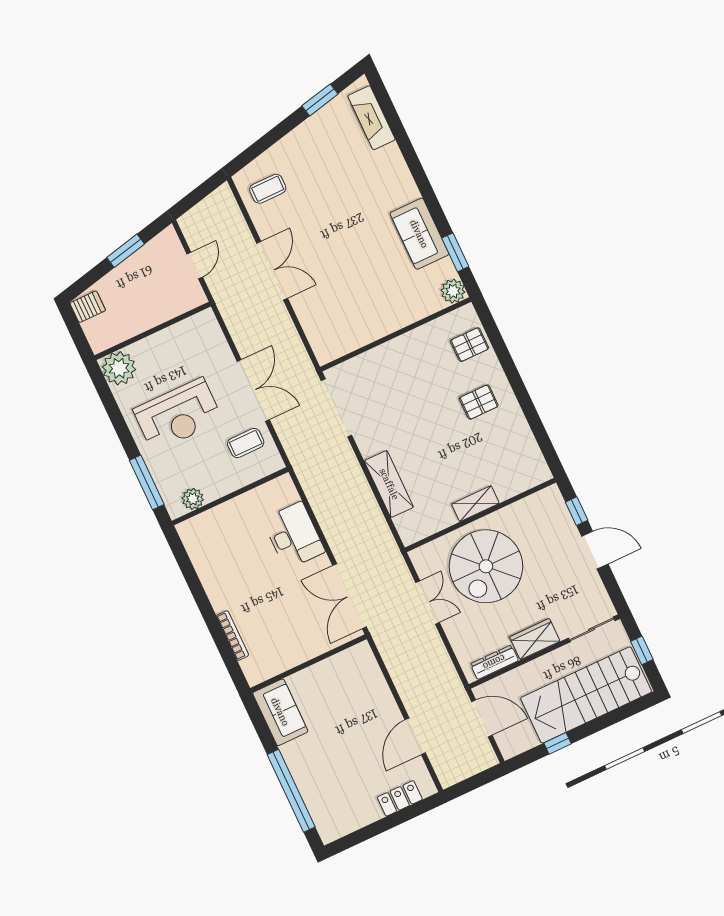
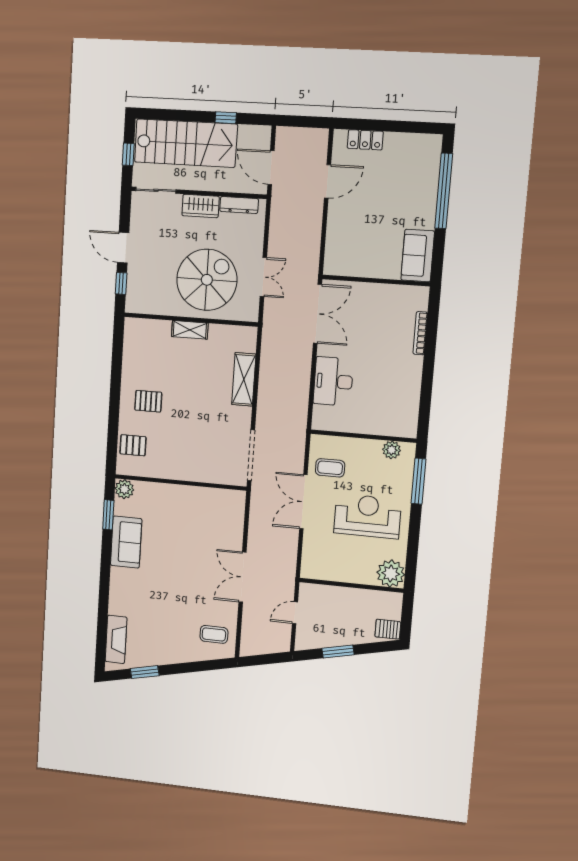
double door: (428, 602) -> (263, 277), swing flipped

